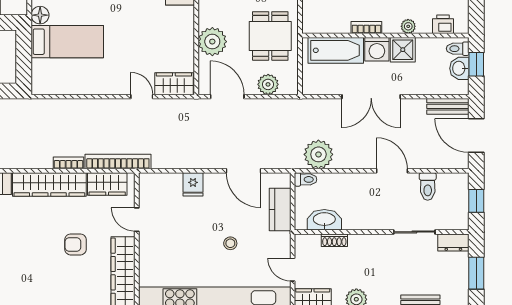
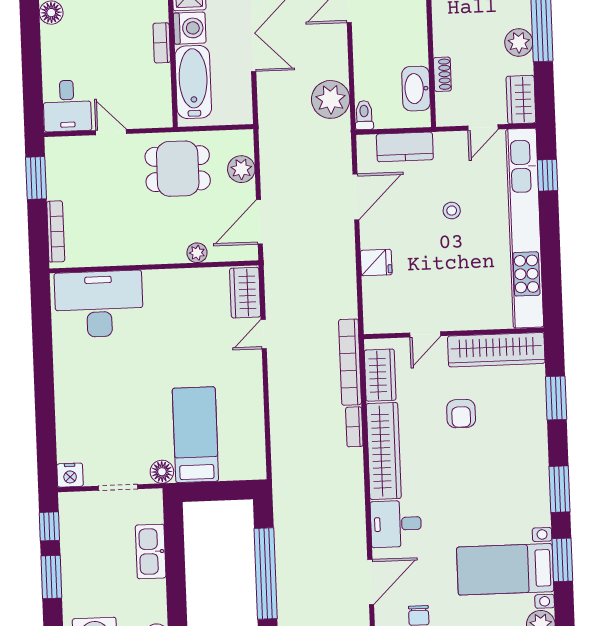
plant: (212, 42) -> (197, 253), width x0.53, depth x0.53

